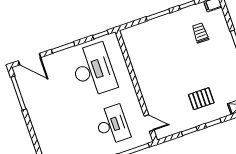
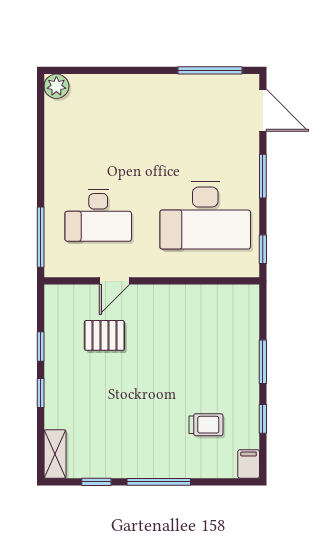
door: (29, 59) -> (263, 110), swing flipped
pallet: (201, 99) -> (104, 335), moved, turned 90
door: (149, 123) -> (115, 281), moved

